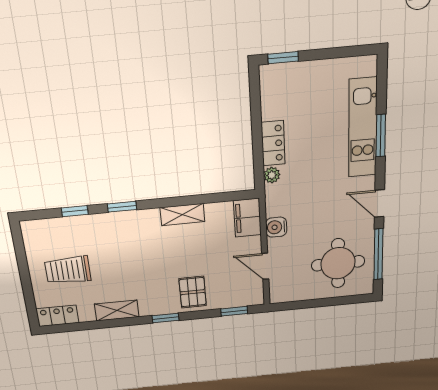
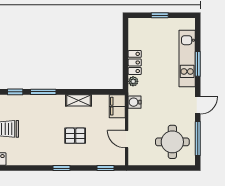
window: (283, 58) -> (160, 15), moved
door: (379, 204) -> (198, 105), swing flipped
window: (122, 207) -> (43, 92), width x1.50
water cooler: (276, 227) -> (135, 102), moved
pallet: (193, 292) -> (75, 136), moved, turned 90
shelving: (117, 310) -> (31, 159), removed

